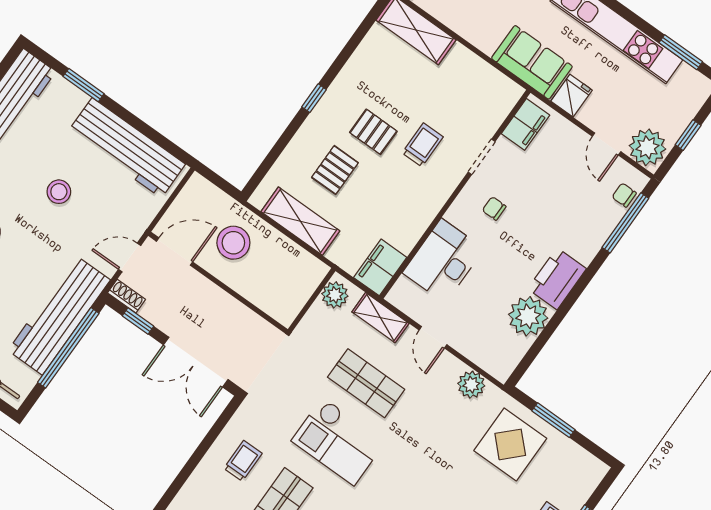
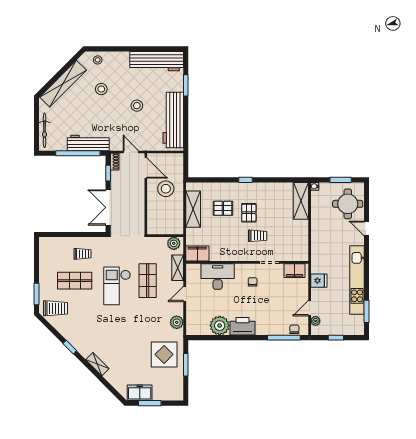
sofa: (532, 62) -> (321, 256), removed
plant: (647, 147) -> (316, 321), width x0.53, depth x0.53
workbench: (59, 315) -> (88, 143), width x0.73, depth x0.76

